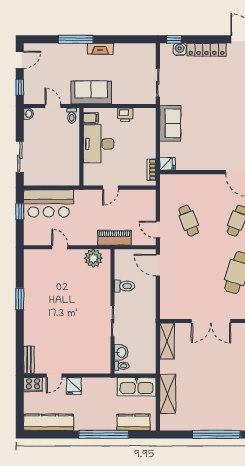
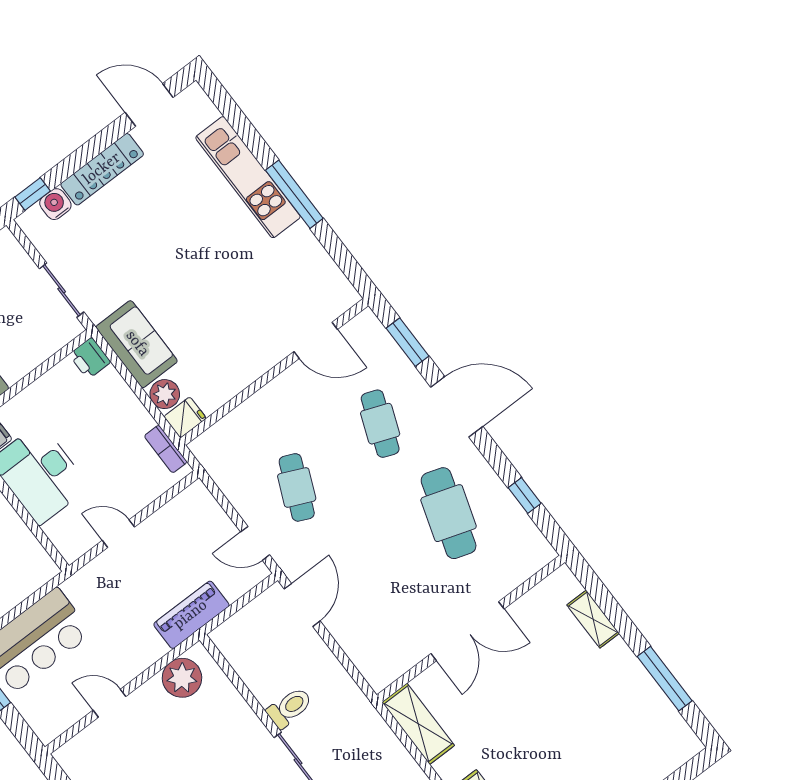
printer: (125, 115) -> (90, 358), moved, turned 90
plant: (167, 150) -> (165, 394), added
door: (111, 188) -> (118, 534), swing flipped
cafe table: (189, 221) -> (297, 487), turned 45
door: (158, 265) -> (302, 605), swing flipped
toilet: (124, 286) -> (289, 708), moved

